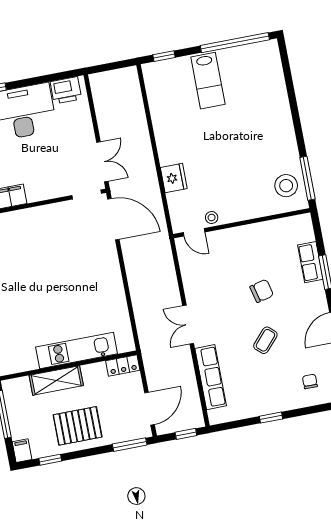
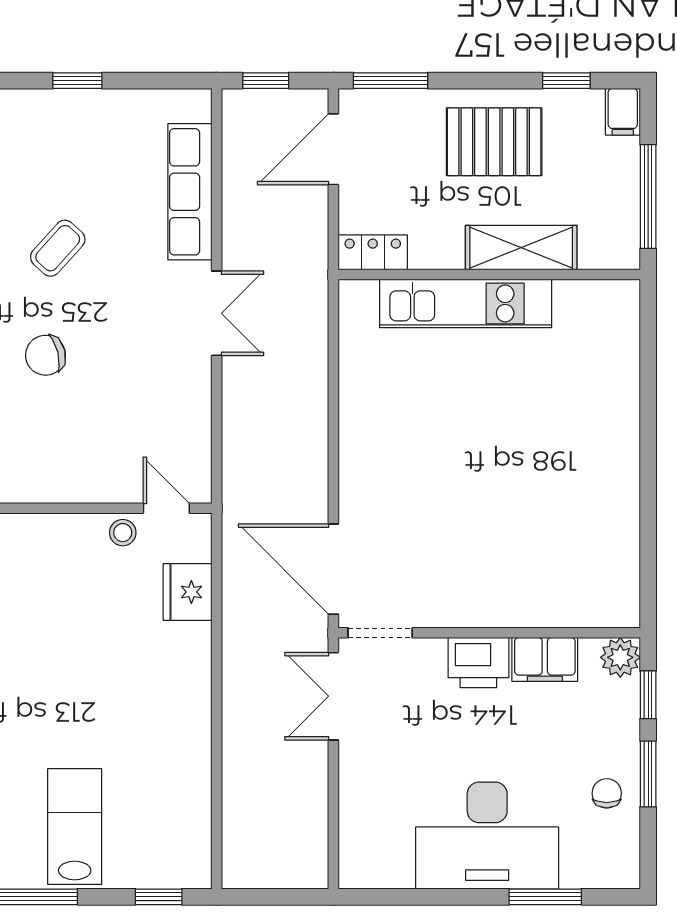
printer: (66, 90) -> (478, 663), moved, turned 180
fridge: (174, 178) -> (188, 592), moved

